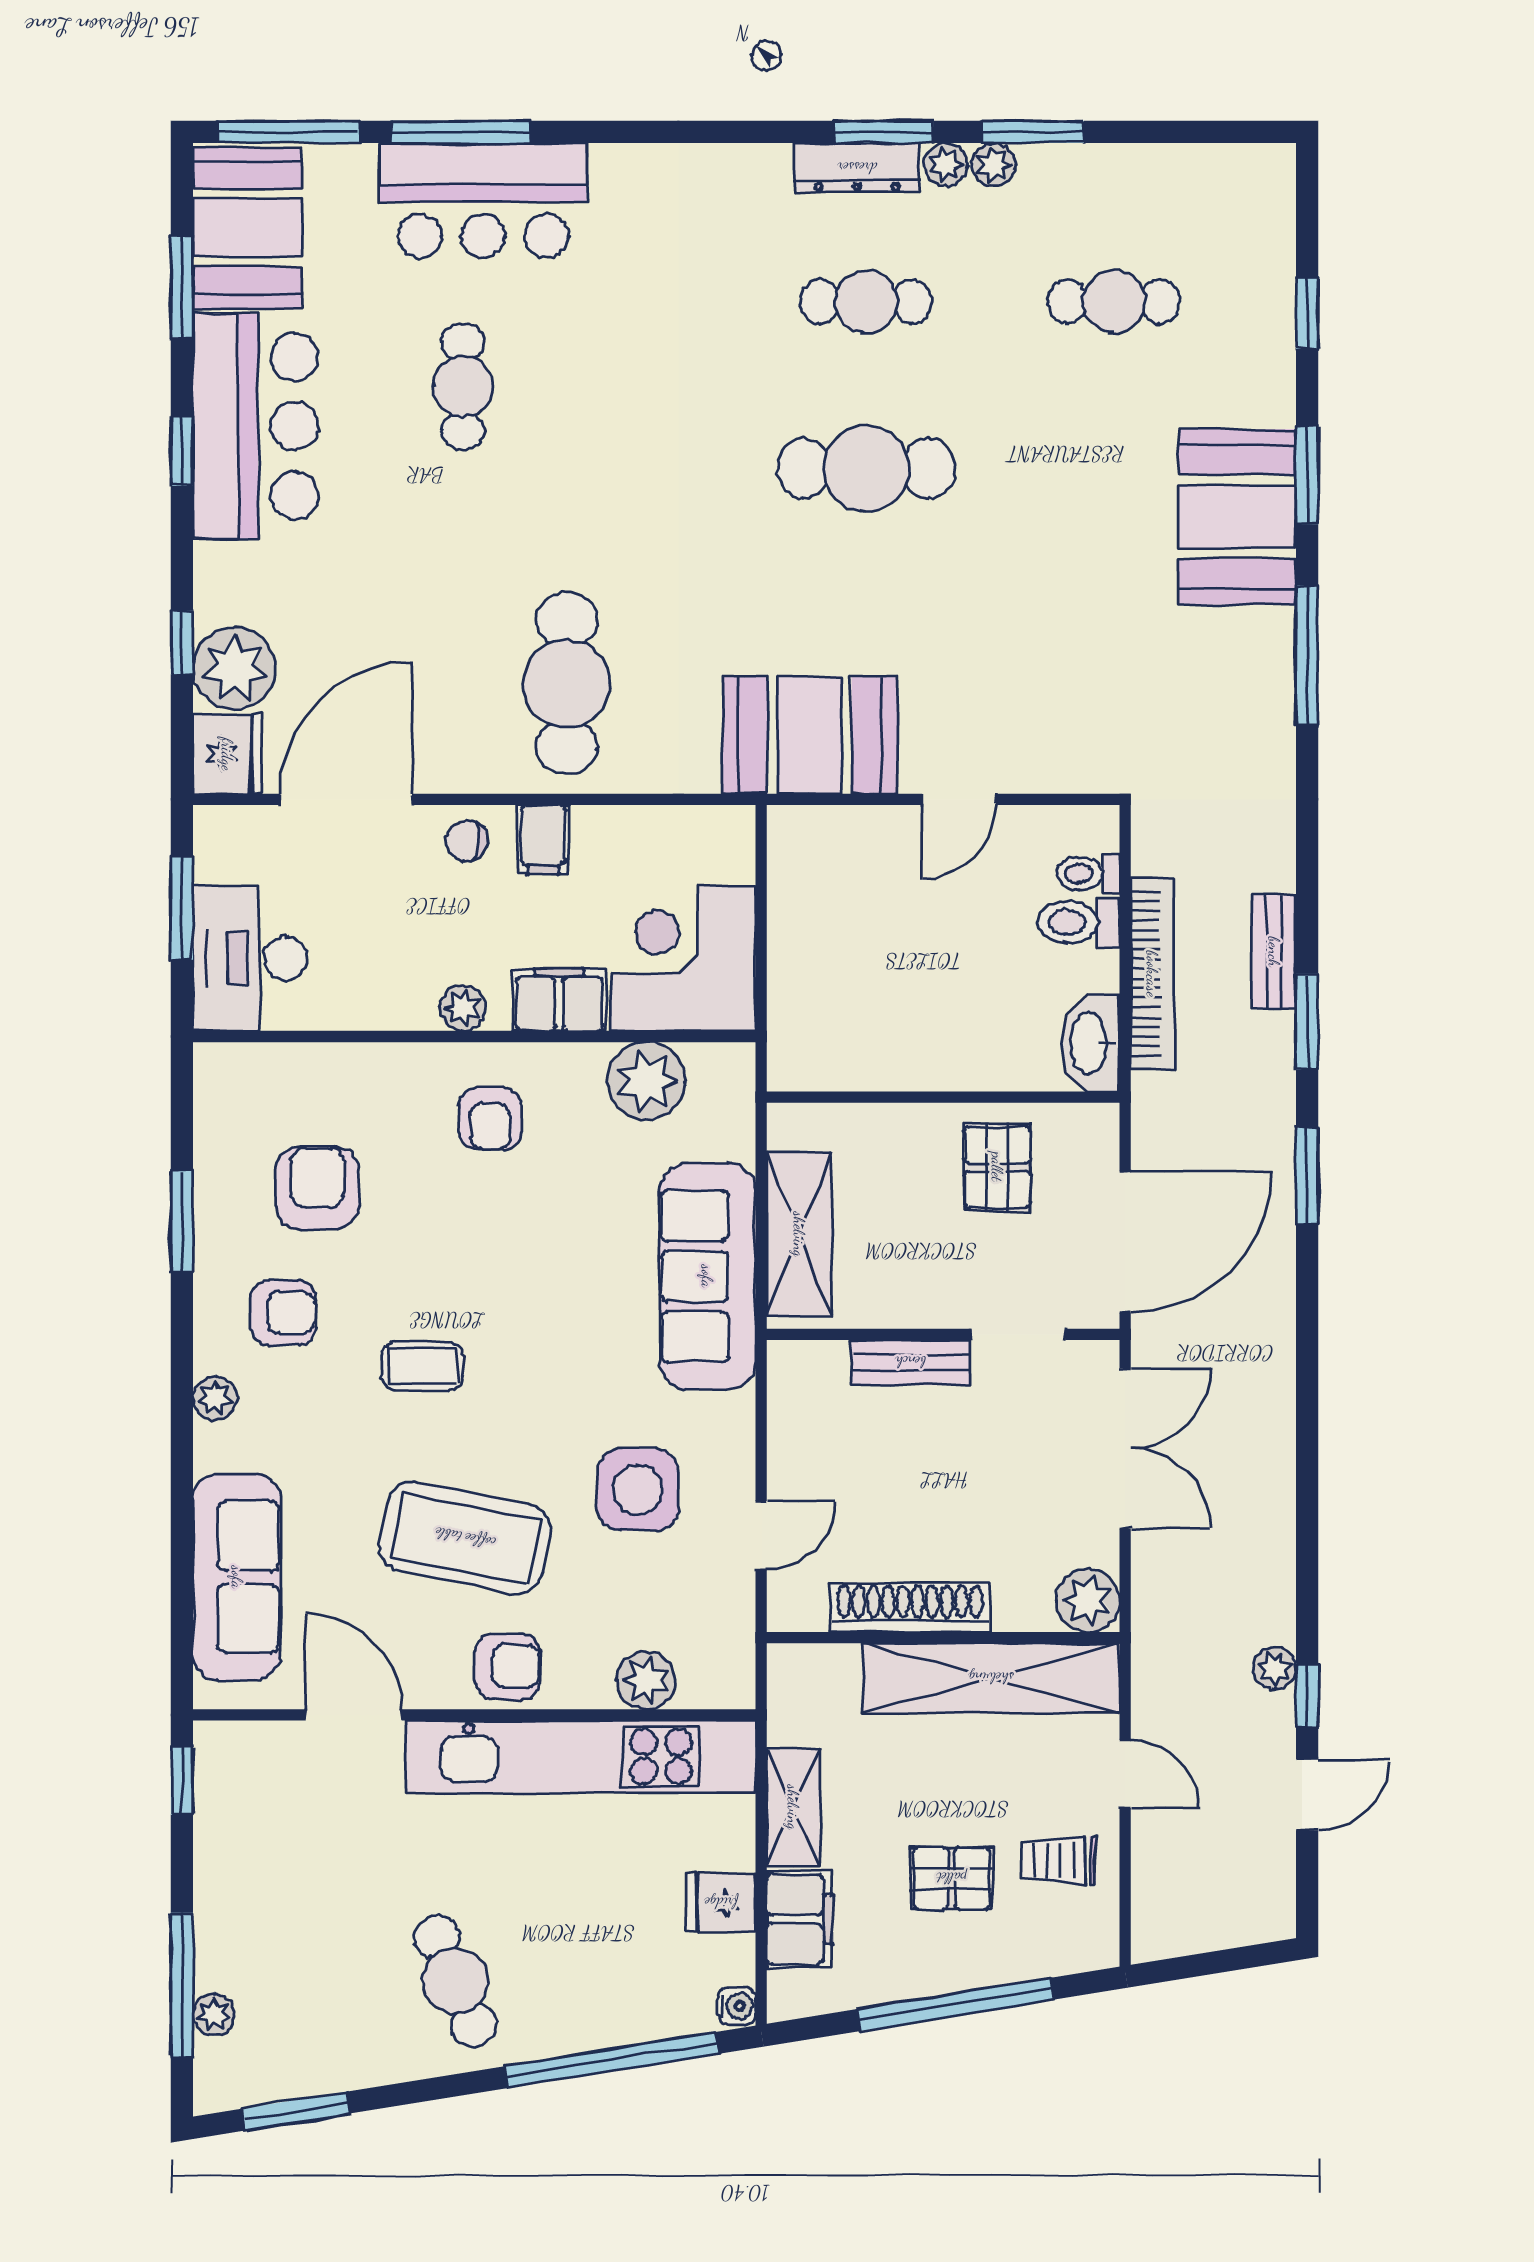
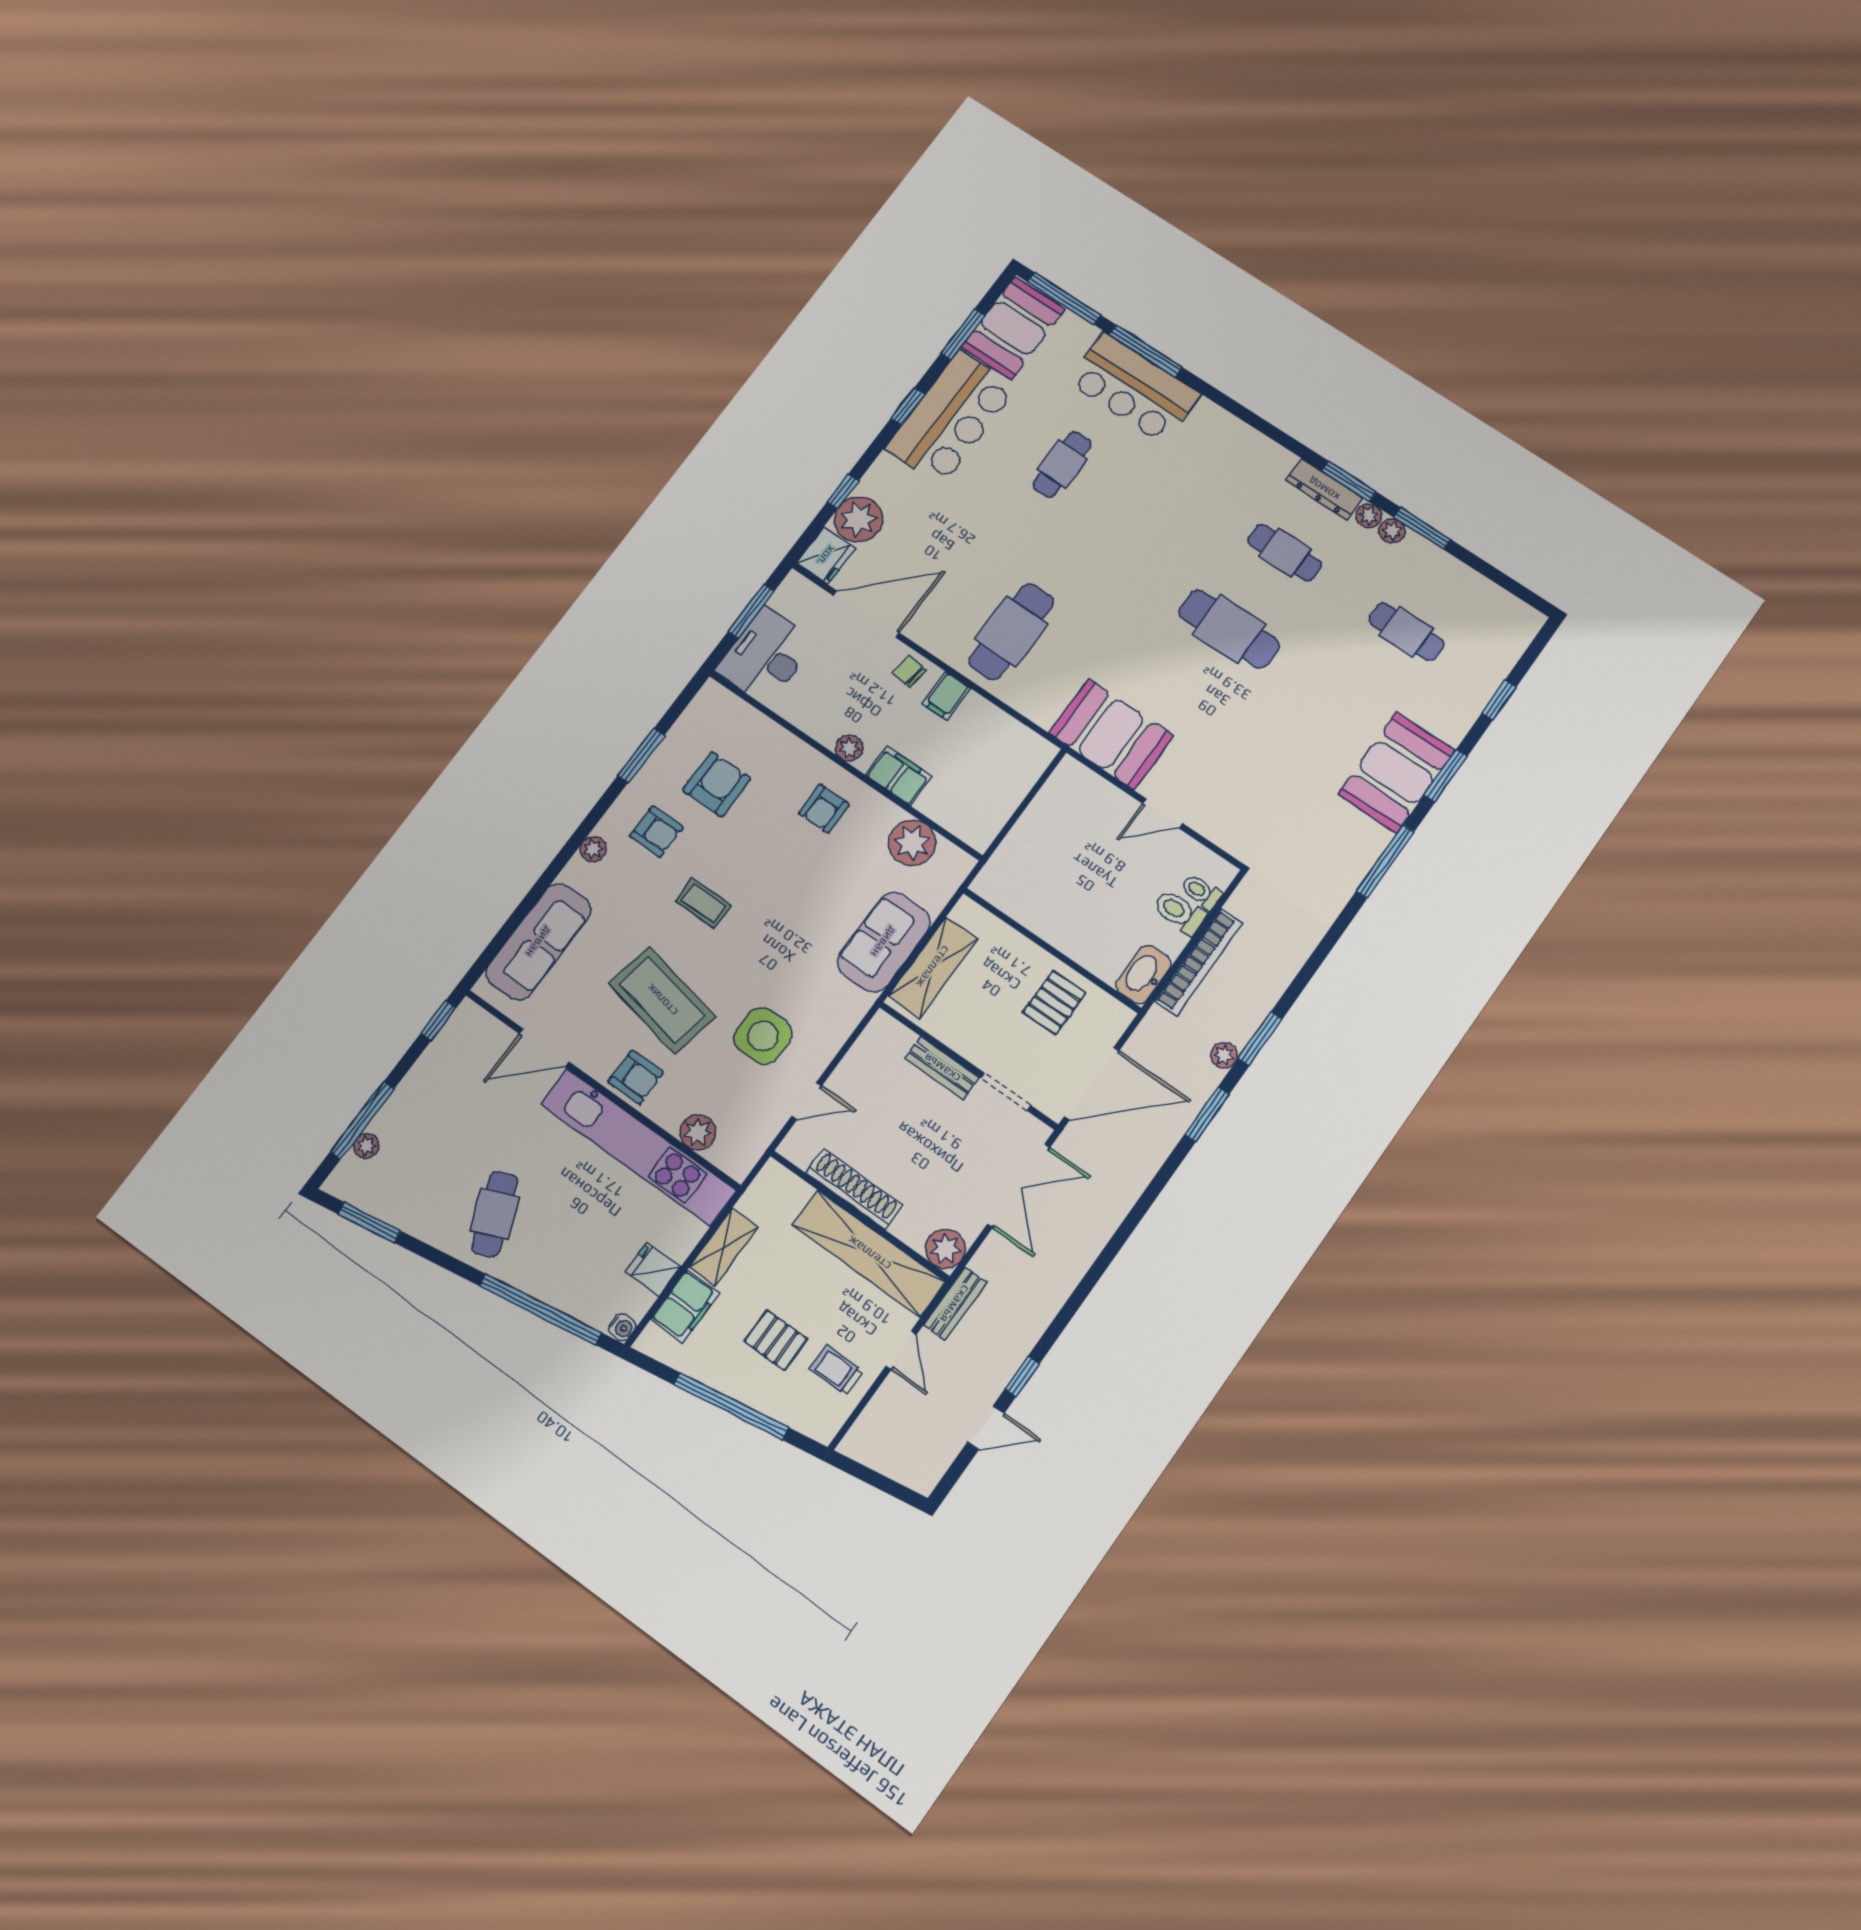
bench: (1274, 952) -> (955, 1304), moved
corner desk: (683, 959) -> (973, 797), removed
sofa: (707, 1276) -> (884, 942), width x0.73
plant: (1275, 1668) -> (1224, 1055), moved
door: (354, 1715) -> (544, 1048), swing flipped

